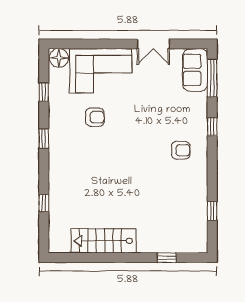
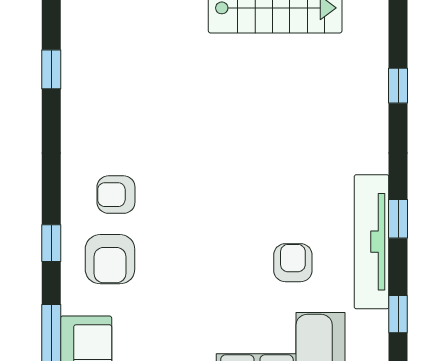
armchair: (95, 117) -> (293, 263), turned 90
armchair: (184, 119) -> (110, 259), added
tv unit: (57, 127) -> (372, 242), added

